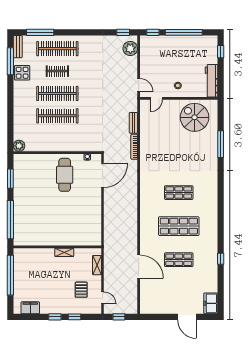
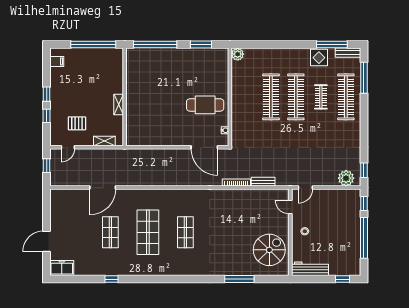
filing cabinet: (30, 308) -> (57, 61), width x0.50

